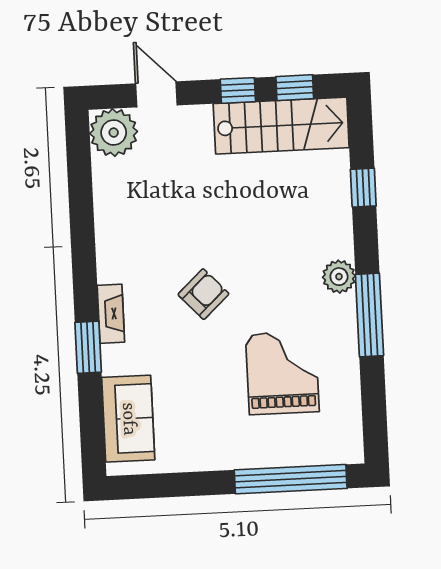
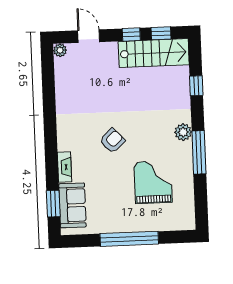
plant: (114, 133) -> (60, 50), width x0.53, depth x0.53
fireplace: (111, 314) -> (65, 167), moved
window: (88, 347) -> (53, 204), moved
window: (291, 479) -> (129, 239), moved

